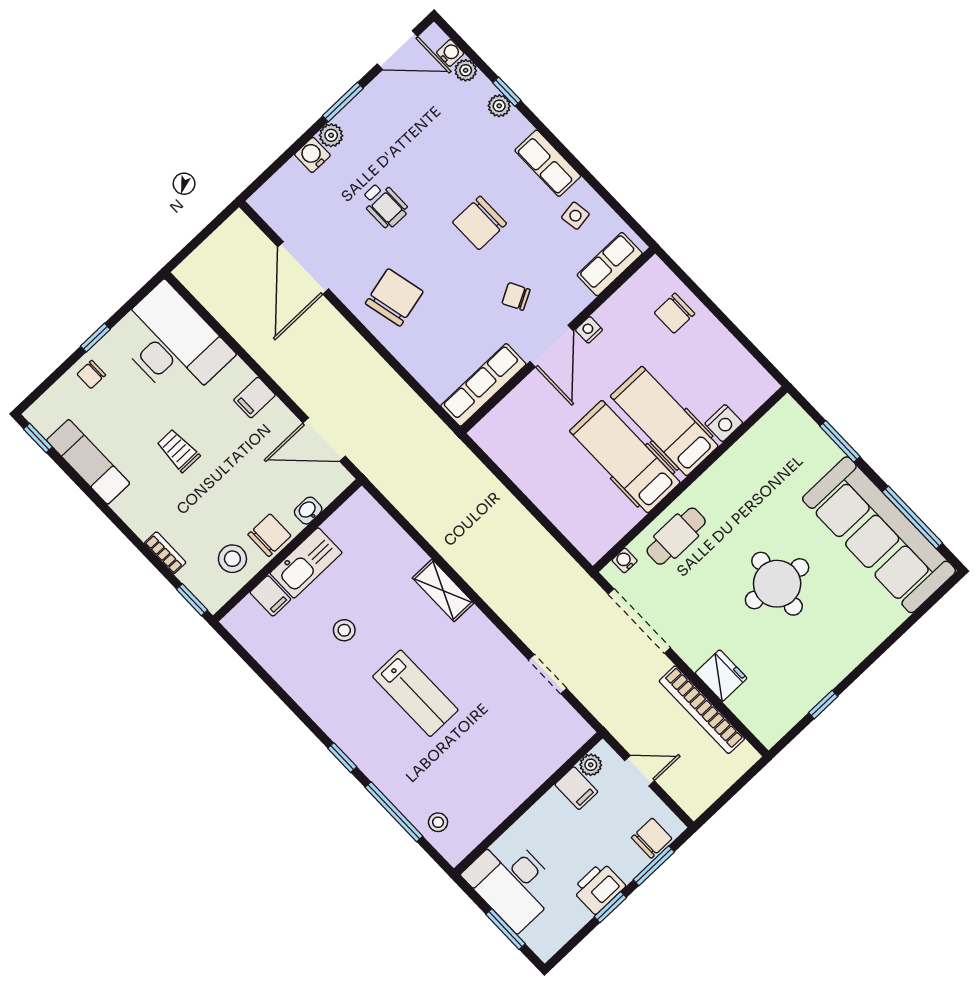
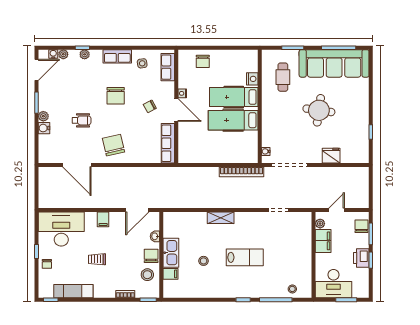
cafe table: (676, 536) -> (283, 77), moved
bookcase: (702, 710) -> (242, 172), moved
filing cabinet: (576, 788) -> (323, 241), width x2.00

